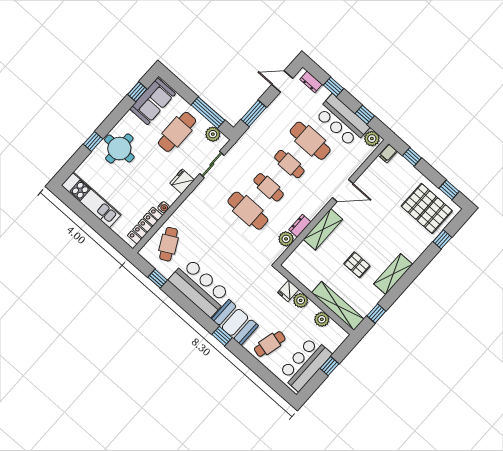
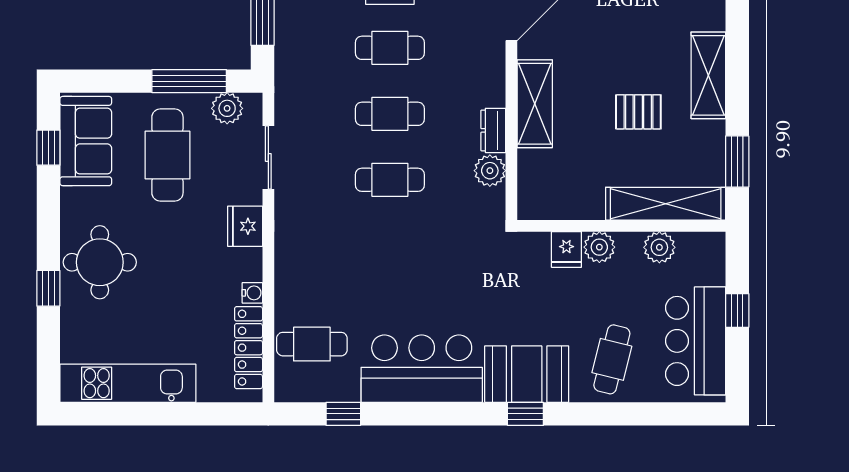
cafe table: (248, 211) -> (390, 180), width x0.73, depth x0.74
cafe table: (169, 244) -> (312, 344), turned -62
window: (376, 314) -> (737, 162), width x1.50

